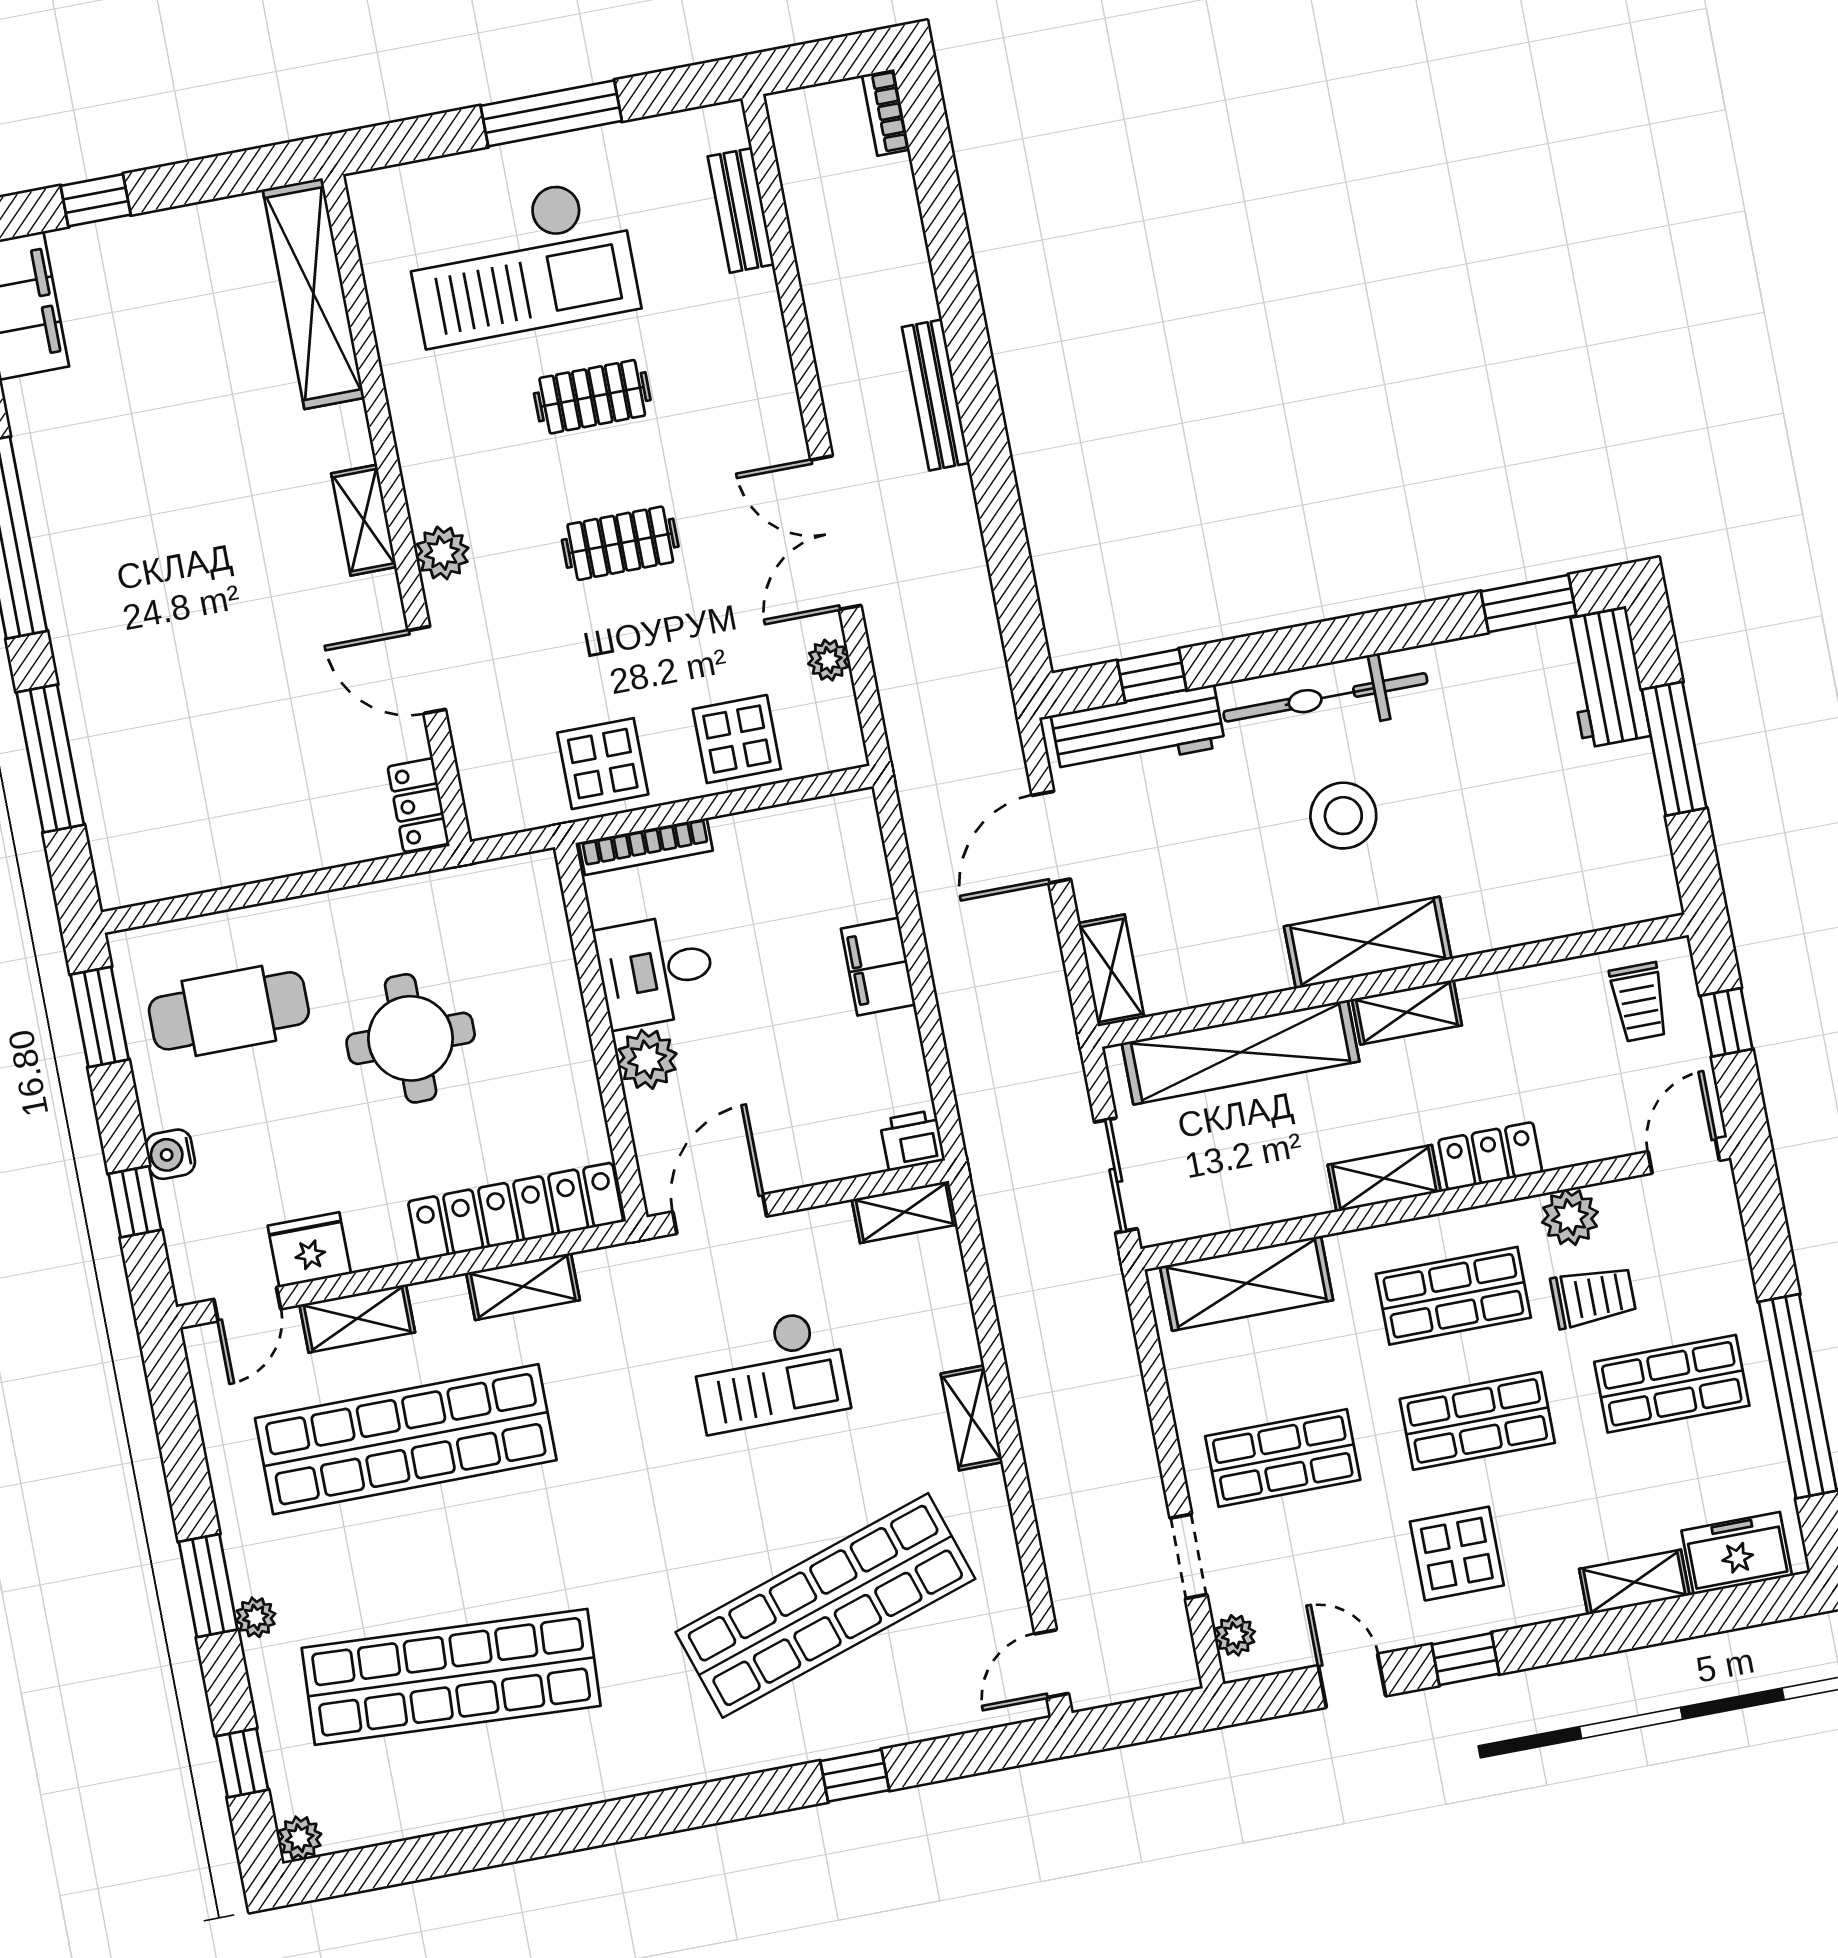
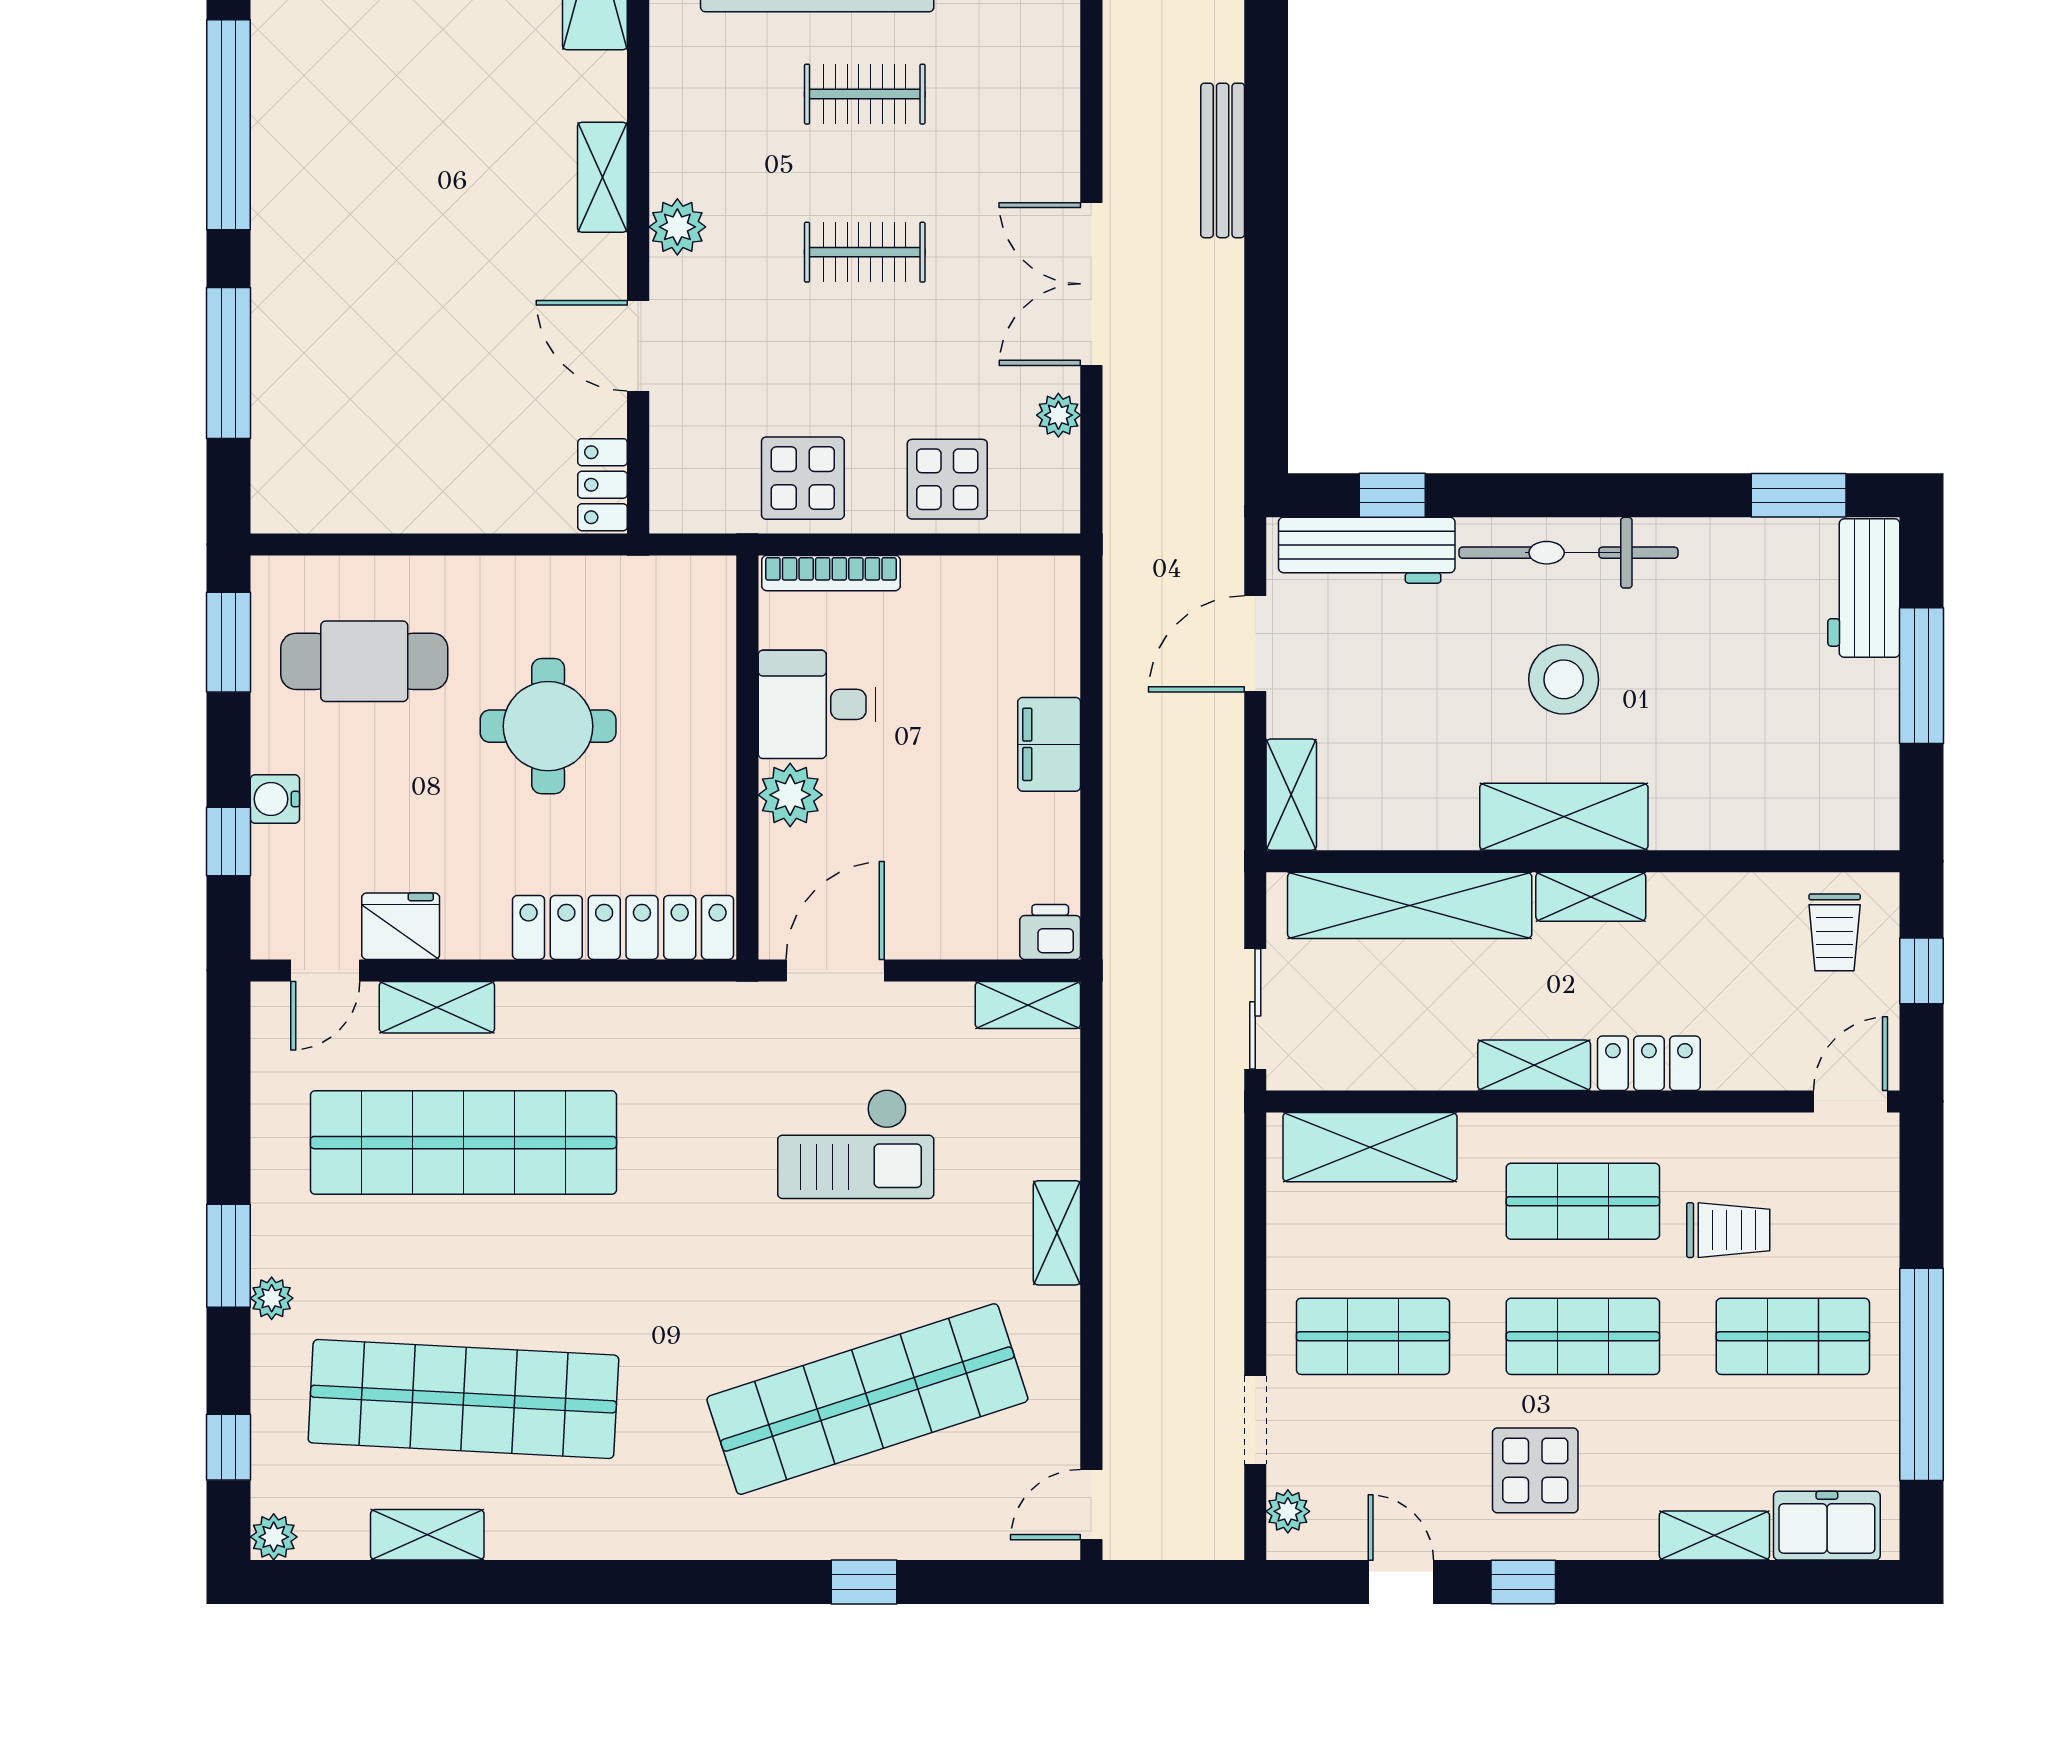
plant: (1570, 1217) -> (1720, 1143), removed
shelving: (523, 1286) -> (427, 1535), moved

